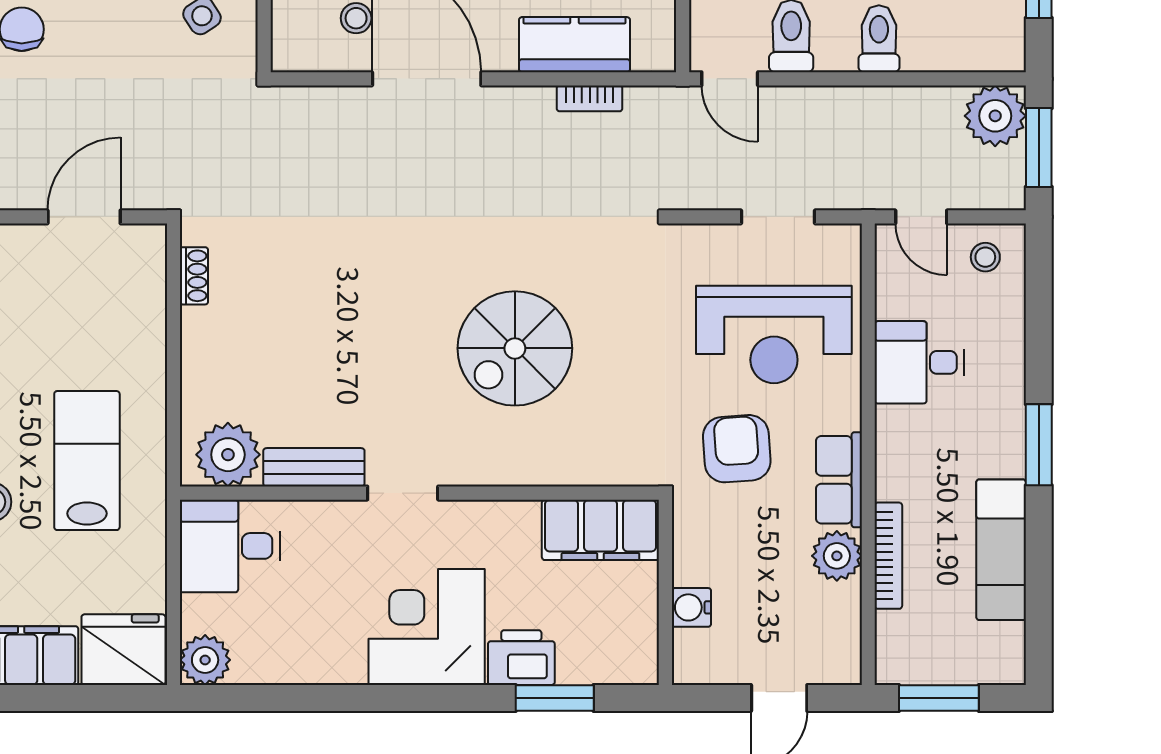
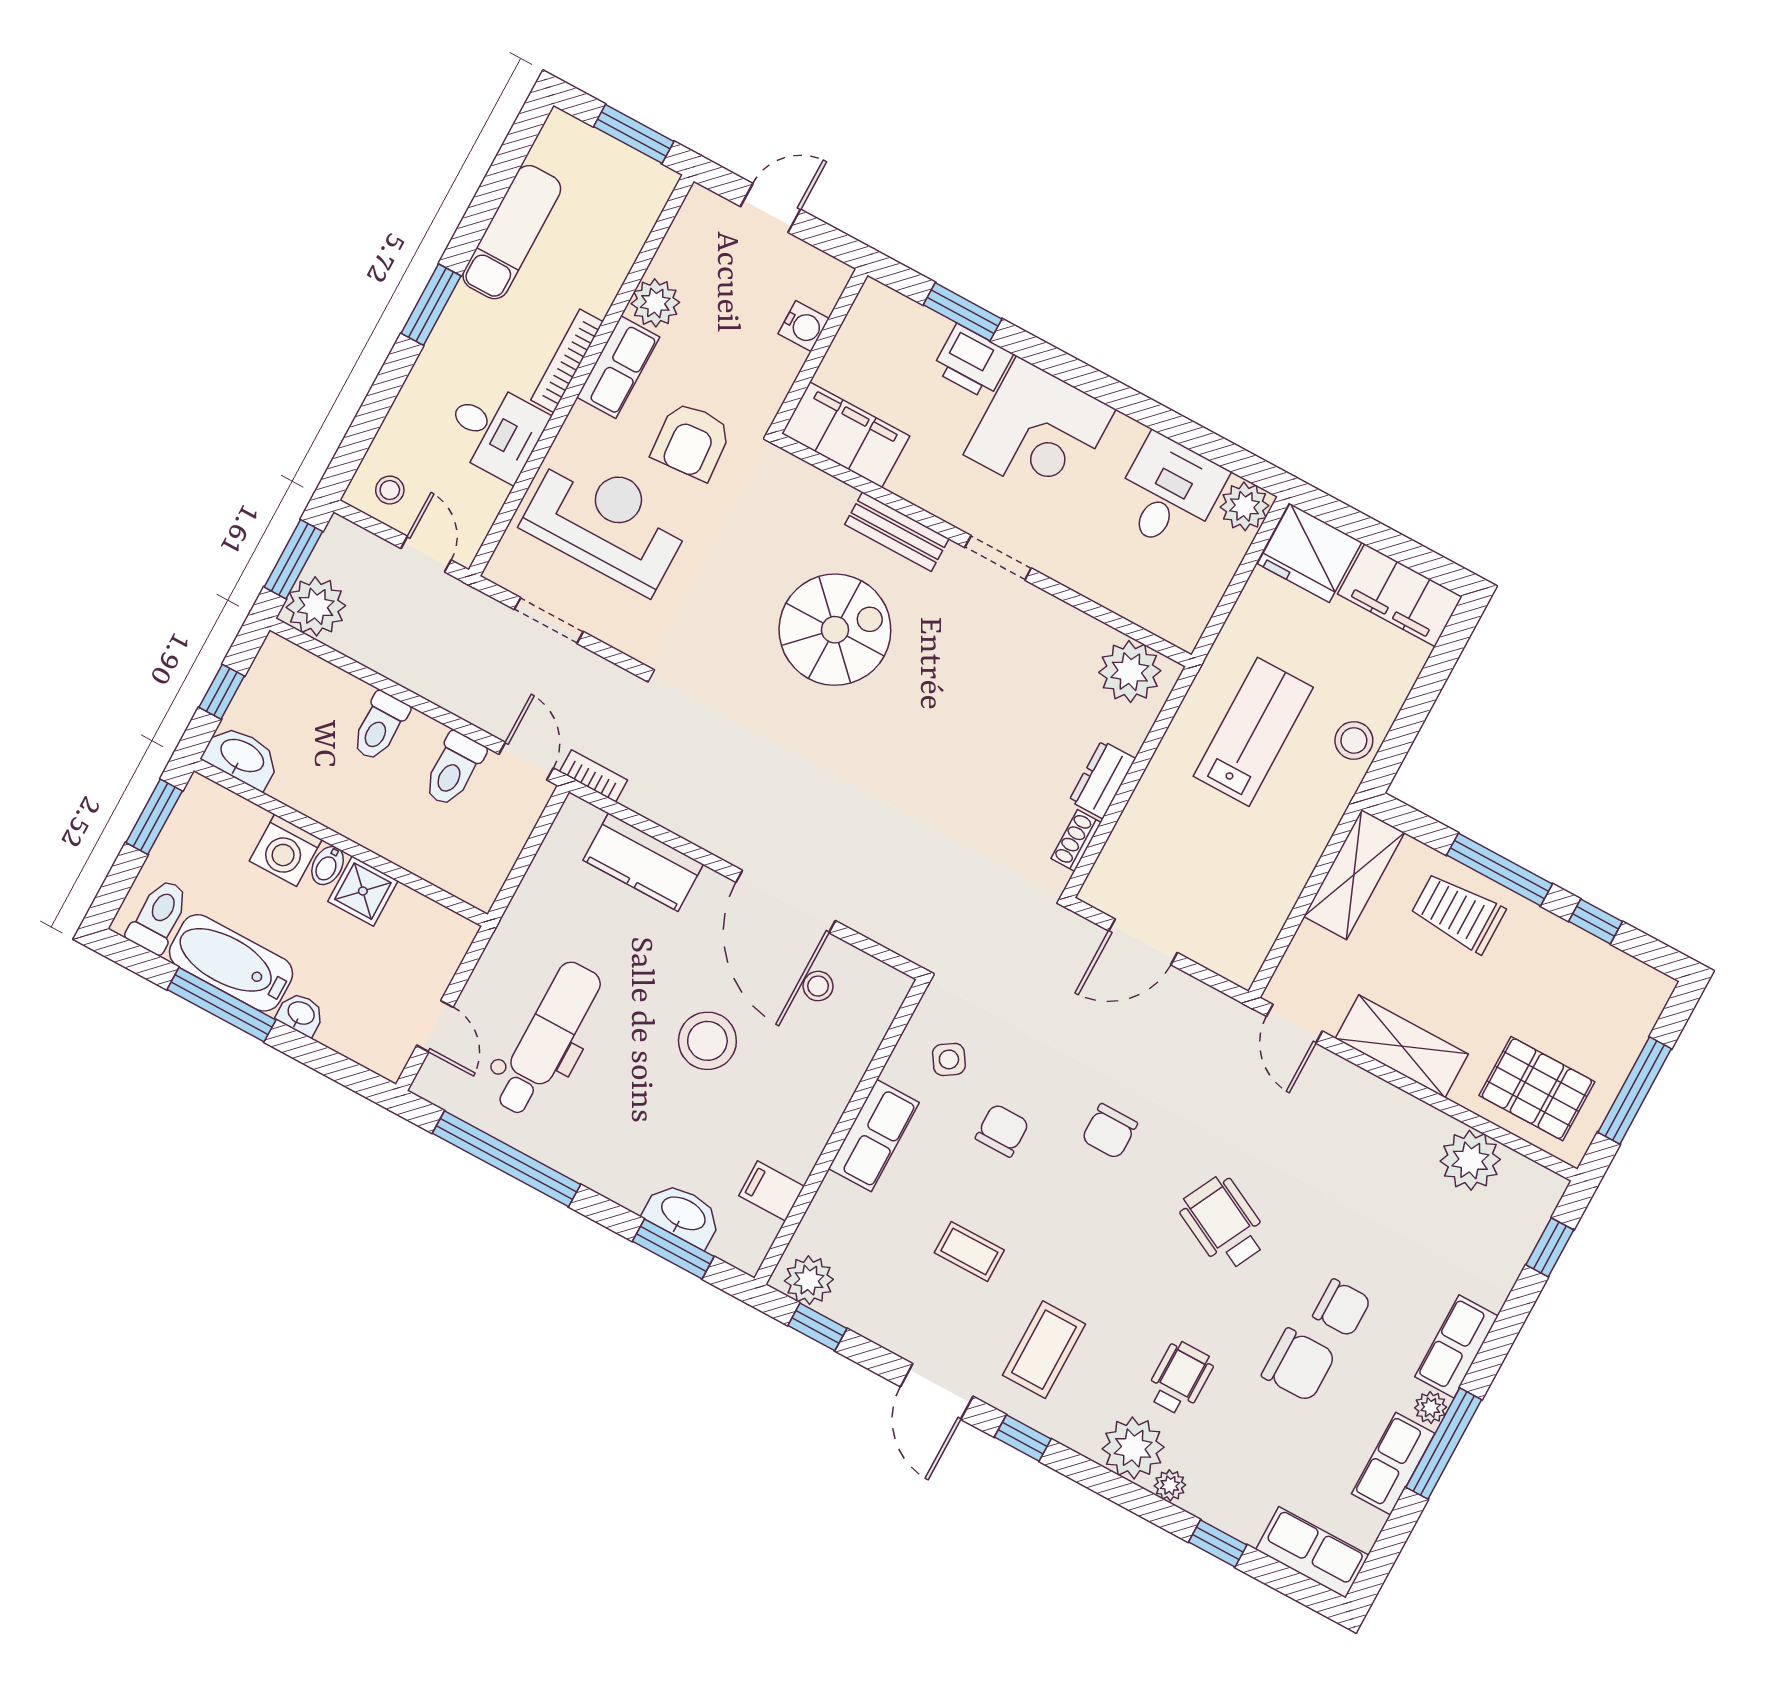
bookcase: (590, 98) -> (593, 776), moved
dresser: (200, 344) -> (1102, 780), added
lab bench: (87, 461) -> (1253, 732), turned 180
bench: (314, 467) -> (897, 532), moved
desk: (230, 546) -> (1169, 493), moved, turned -90
bookcase: (888, 556) -> (567, 361), moved

